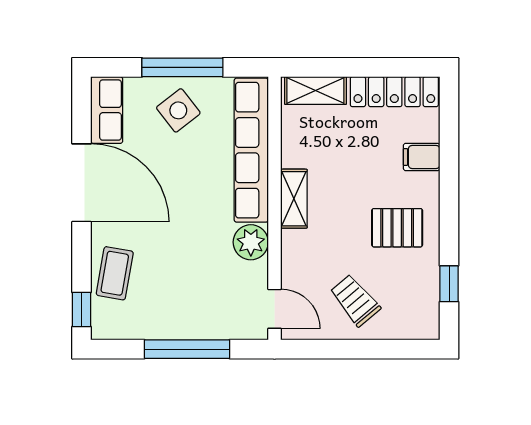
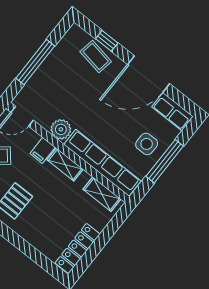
shelving: (315, 90) -> (102, 194), moved, turned 90
side table: (178, 110) -> (147, 144), turned 38
filing cabinet: (422, 157) -> (43, 150), moved, turned 180
window: (81, 309) -> (107, 41), moved

